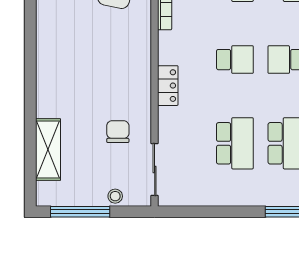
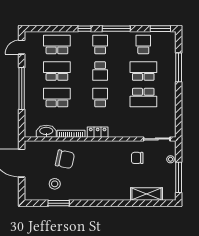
locker: (168, 86) -> (98, 132), moved
school desk: (235, 143) -> (143, 98), turned 180

